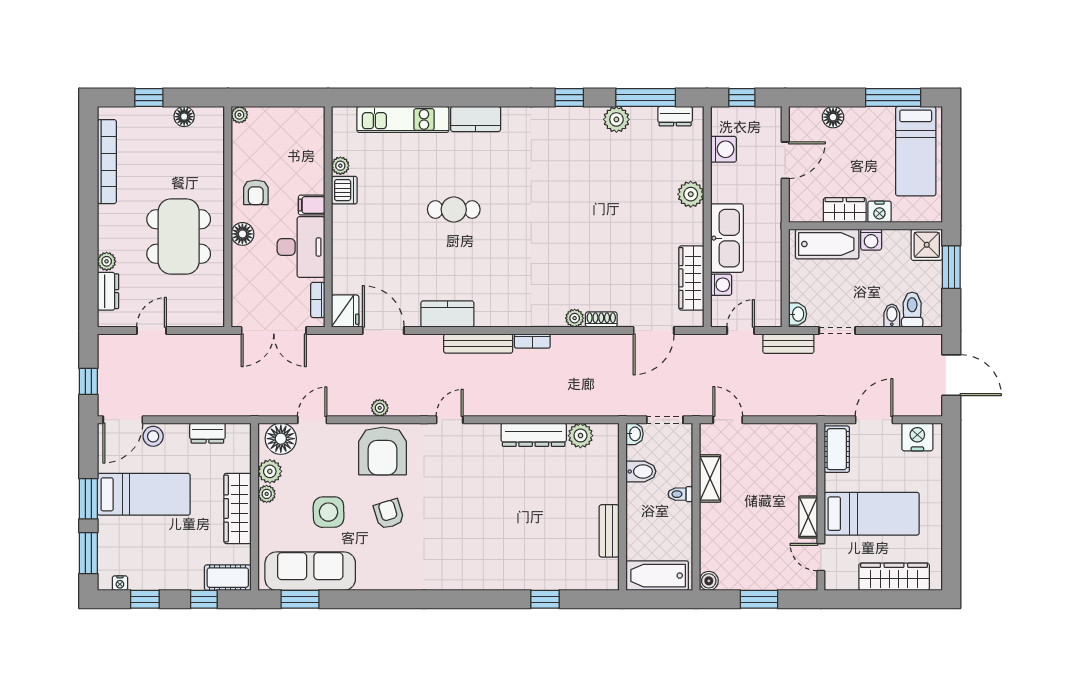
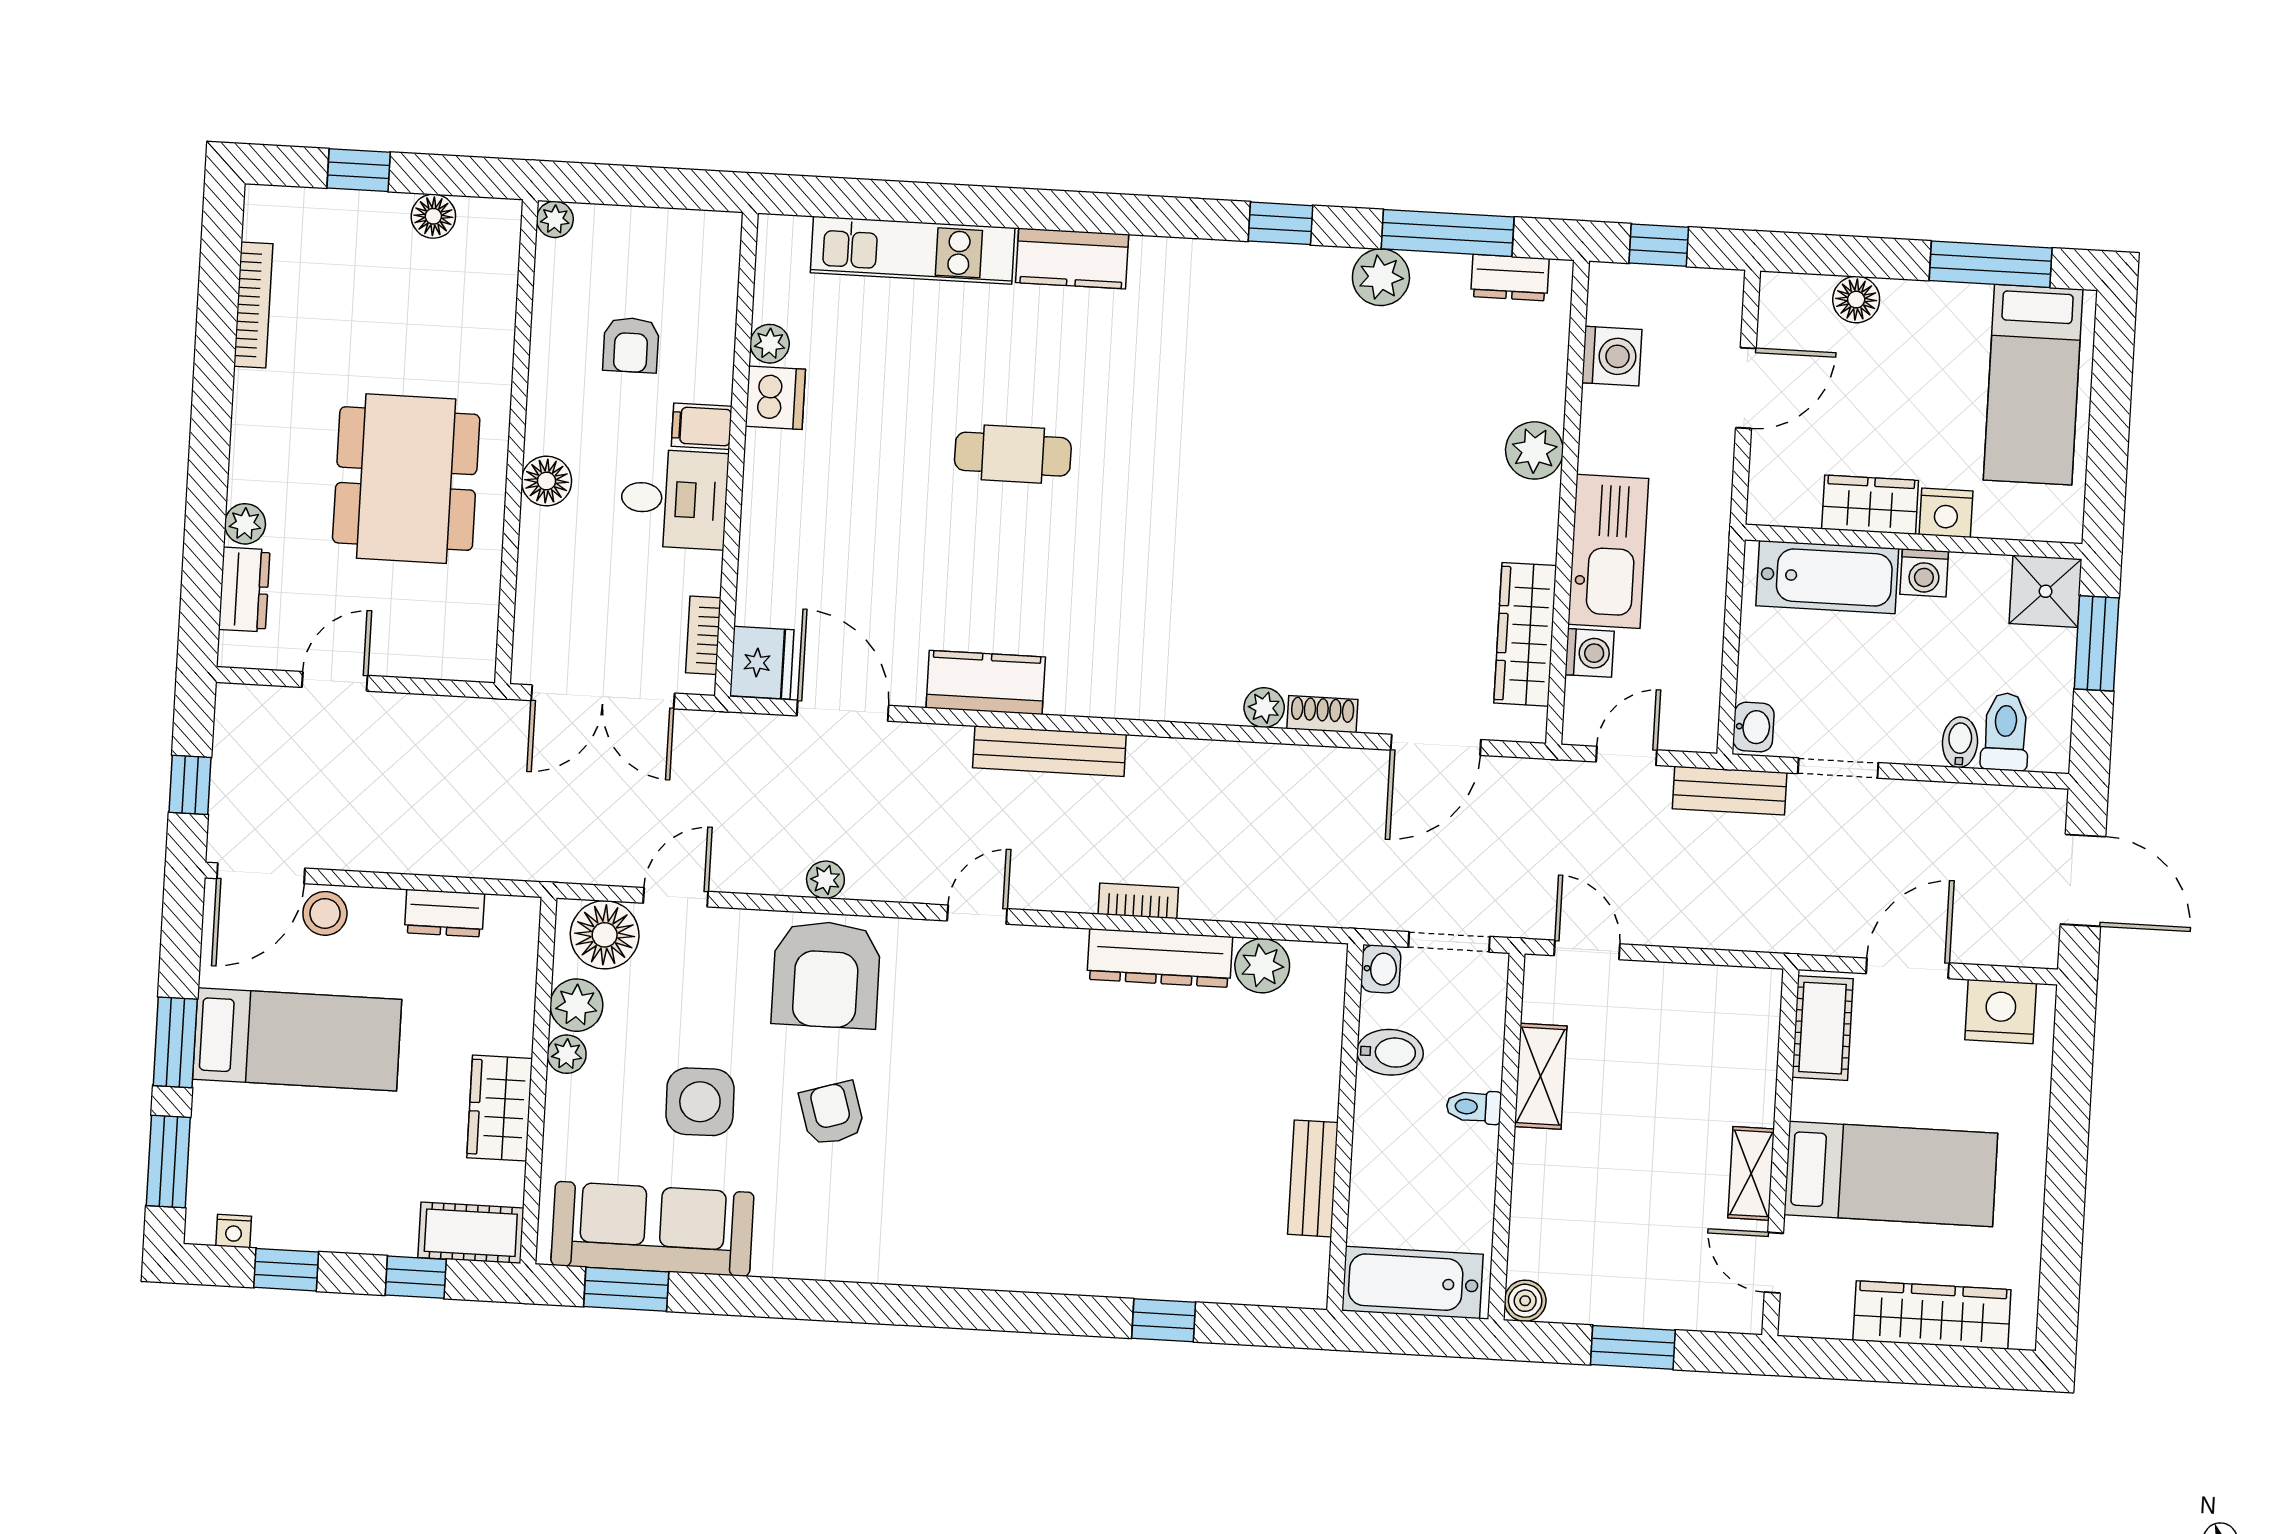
bookcase: (107, 162) -> (253, 305), width x0.68, depth x0.76
armchair: (256, 192) -> (631, 345), moved
desk: (301, 247) -> (674, 499), width x0.73
bookcase: (532, 341) -> (1138, 901), moved, turned 180
wardrobe: (238, 508) -> (500, 1108), width x0.67

